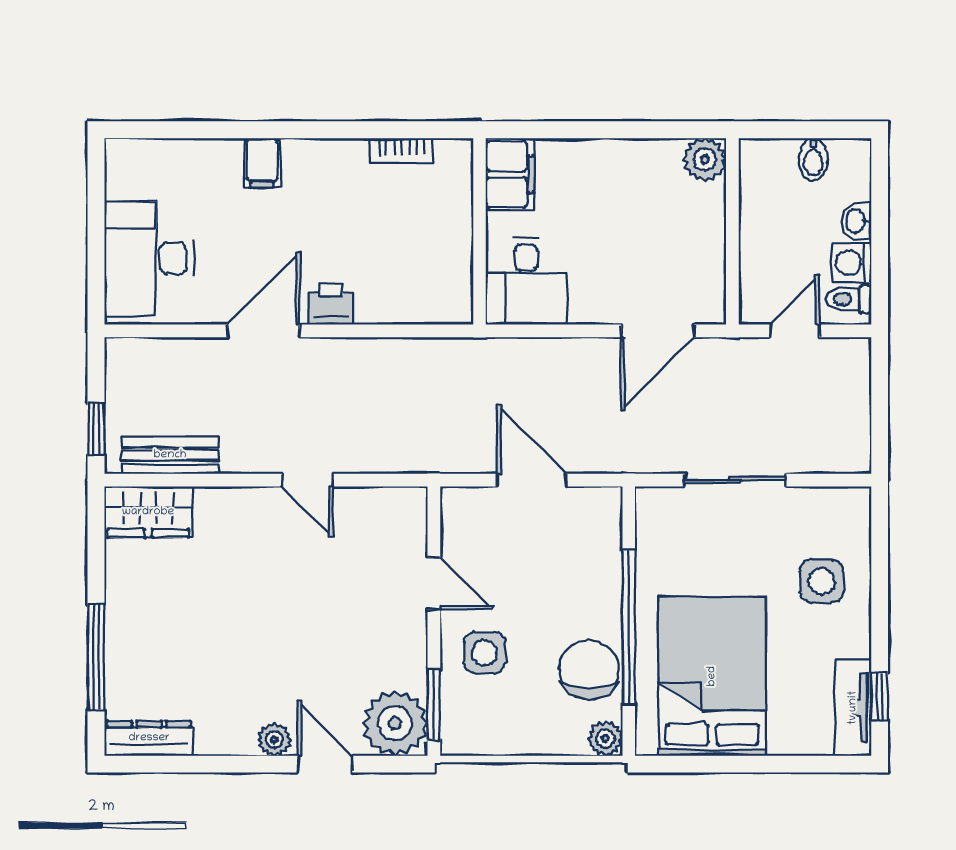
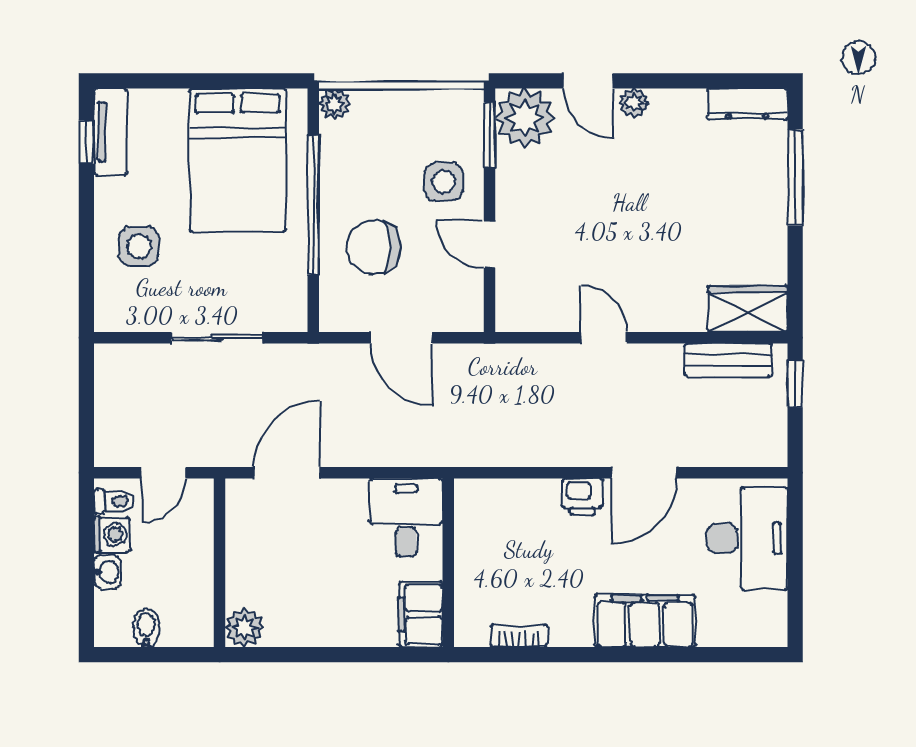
filing cabinet: (262, 163) -> (645, 621), width x3.00, depth x1.17
chair: (589, 670) -> (373, 247), moved, turned 90

